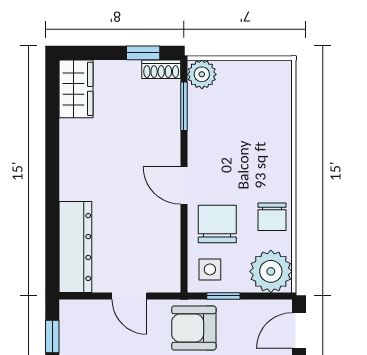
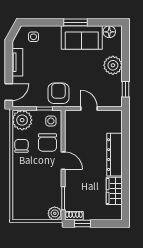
wardrobe: (76, 89) -> (114, 191), moved
dresser: (75, 247) -> (115, 155), moved
armchair: (194, 328) -> (58, 93), turned -90

